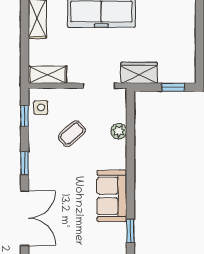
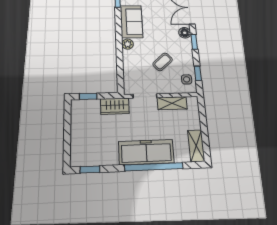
shelving: (48, 75) -> (172, 103), moved
plant: (119, 131) -> (128, 44), moved
floor lamp: (37, 177) -> (185, 33), added

